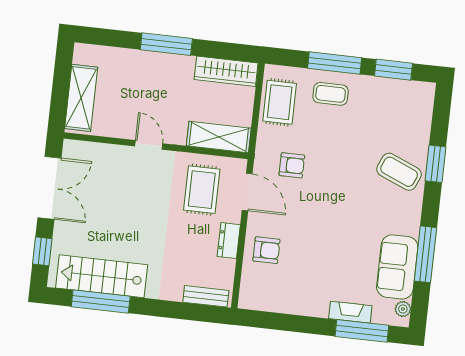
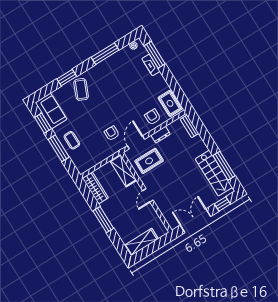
shelving: (81, 98) -> (141, 242), moved
rug: (280, 102) -> (170, 103), moved, turned 90
sofa: (397, 267) -> (51, 111), moved, turned -90

